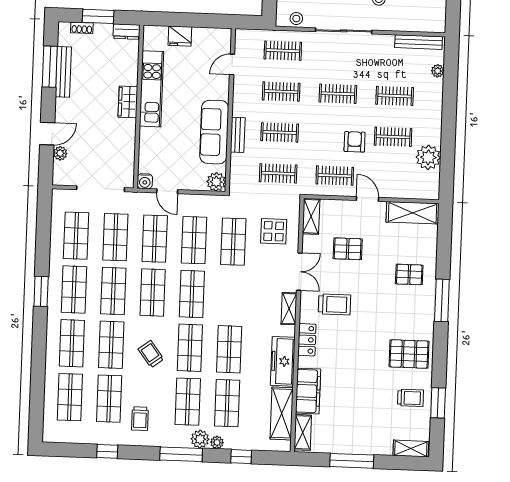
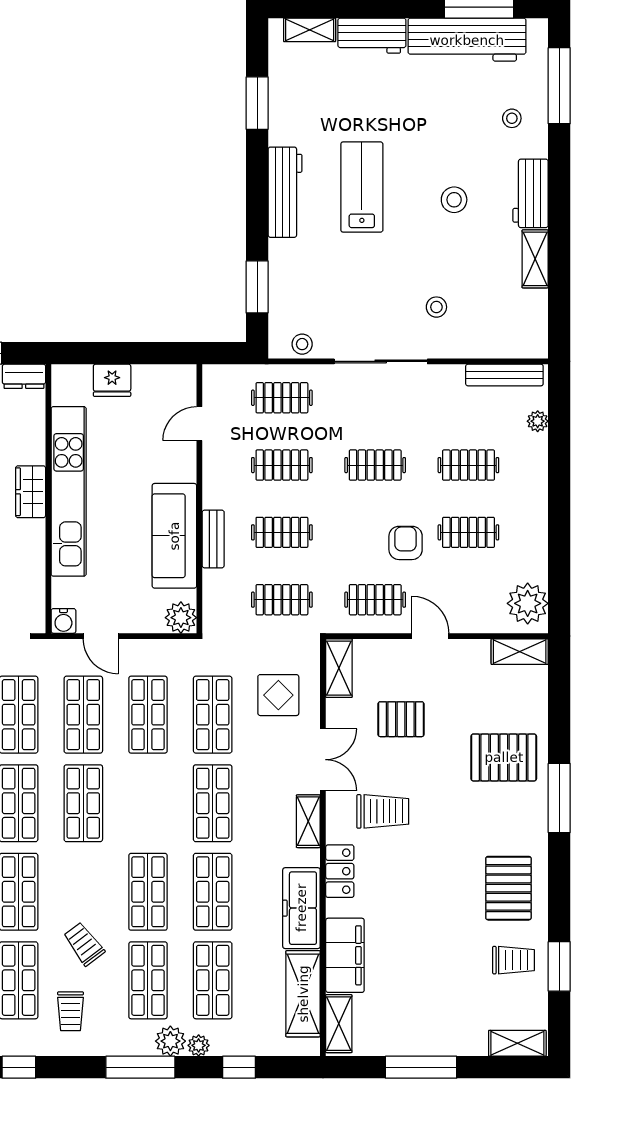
kitchen unit: (151, 89) -> (69, 491), width x1.36
plant: (428, 157) -> (528, 603), moved
shelving: (413, 213) -> (520, 652), width x0.67, depth x0.75
pallet: (409, 274) -> (504, 757), width x1.50, depth x1.42
shop shelf: (192, 294) -> (213, 803), moved
trolley: (151, 354) -> (84, 944), moved
pallet: (409, 354) -> (508, 888), turned 90

